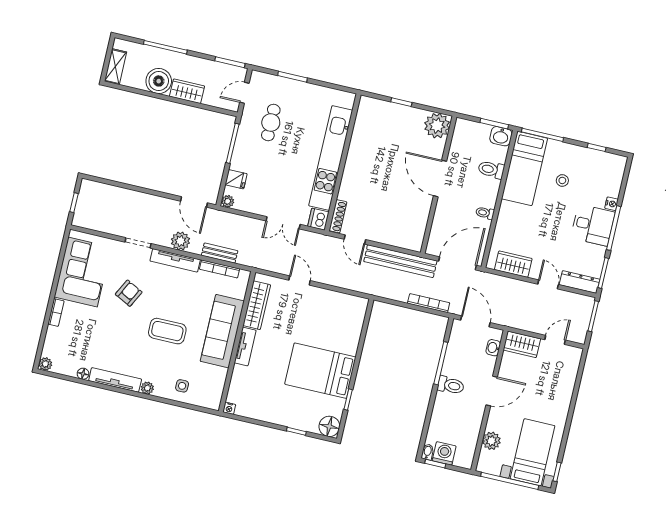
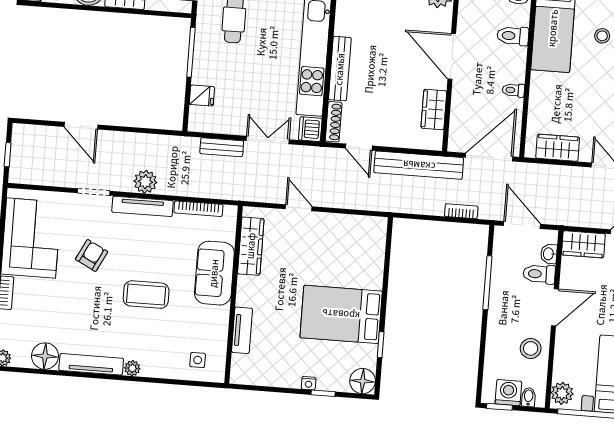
bench: (349, 175) -> (340, 69), added
plant: (228, 201) -> (196, 124), removed
door: (194, 202) -> (81, 126), moved
wardrobe: (419, 219) -> (434, 109), added
double door: (283, 223) -> (268, 140), swing flipped
bench: (220, 253) -> (222, 147), moved
bookcase: (429, 303) -> (461, 211), width x0.64
sofa: (222, 331) -> (214, 273), width x0.73
tv unit: (245, 347) -> (242, 330), moved
floor lamp: (83, 374) -> (45, 356), width x1.89, depth x1.89
toilet: (451, 385) -> (539, 274), moved, turned 180
side table: (182, 386) -> (198, 360), moved
nightstand: (229, 408) -> (309, 383), moved
stool: (467, 421) -> (531, 348), added
plant: (491, 441) -> (562, 393), moved
bidet: (428, 452) -> (529, 397), moved

